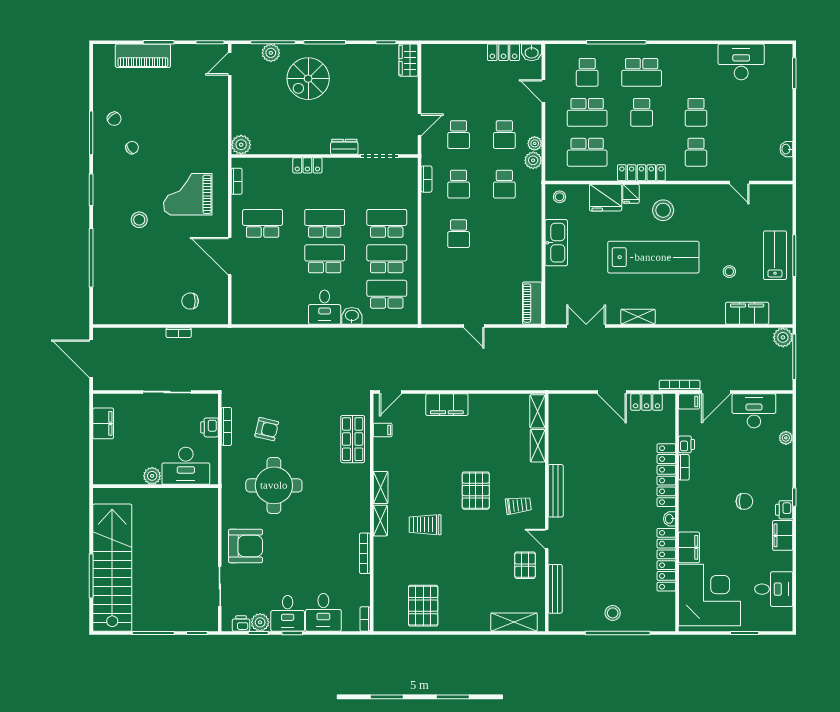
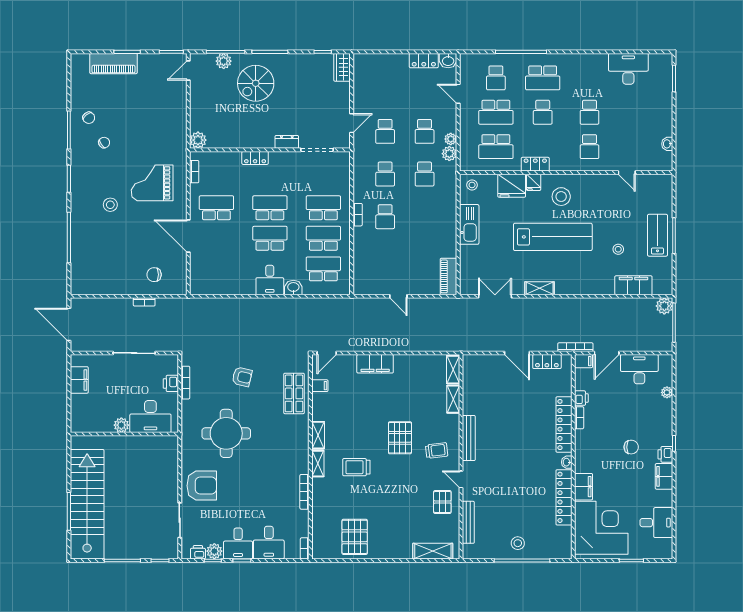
locker: (641, 173) -> (535, 164), width x0.66
bookcase: (426, 179) -> (358, 215), moved
armchair: (267, 429) -> (242, 377), moved

